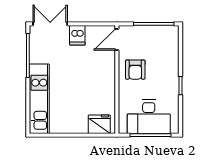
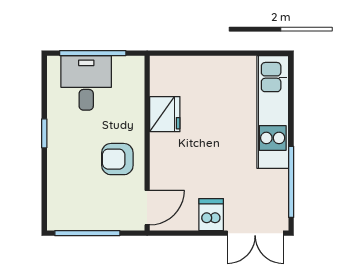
armchair: (135, 70) -> (117, 159), turned -90
desk: (149, 117) -> (86, 83), width x0.73
fridge: (99, 124) -> (165, 114), moved, turned -90

